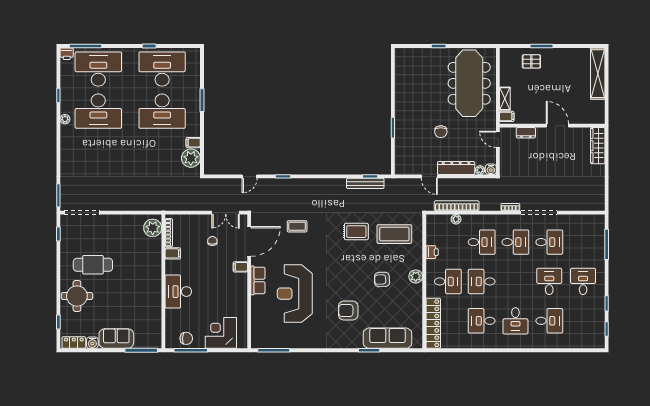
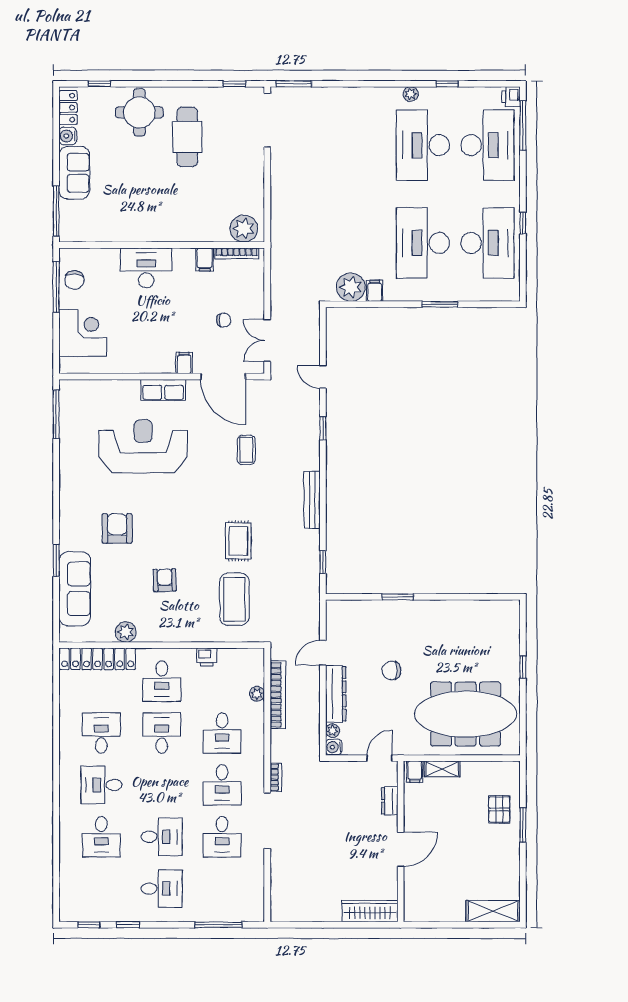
shelving: (598, 74) -> (493, 911), width x0.68
bench: (365, 183) -> (312, 500), moved
plant: (416, 276) -> (126, 632), moved

